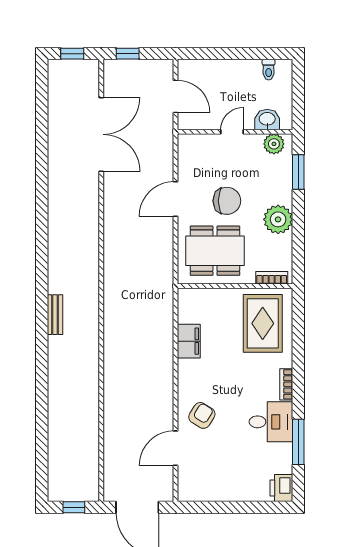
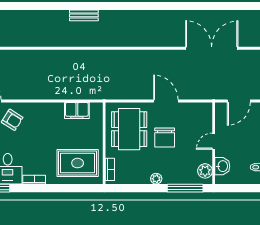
door: (232, 132) -> (214, 141), swing flipped
double door: (101, 134) -> (212, 48), swing flipped
window: (298, 172) -> (185, 188), width x1.44
plant: (278, 219) -> (156, 179), width x0.53, depth x0.53
filing cabinet: (189, 341) -> (77, 110), moved

